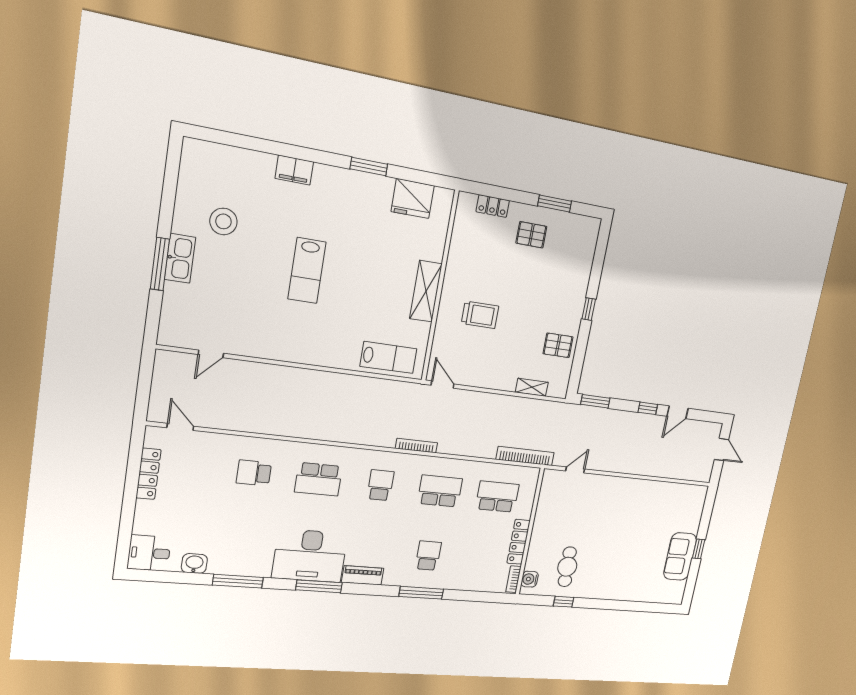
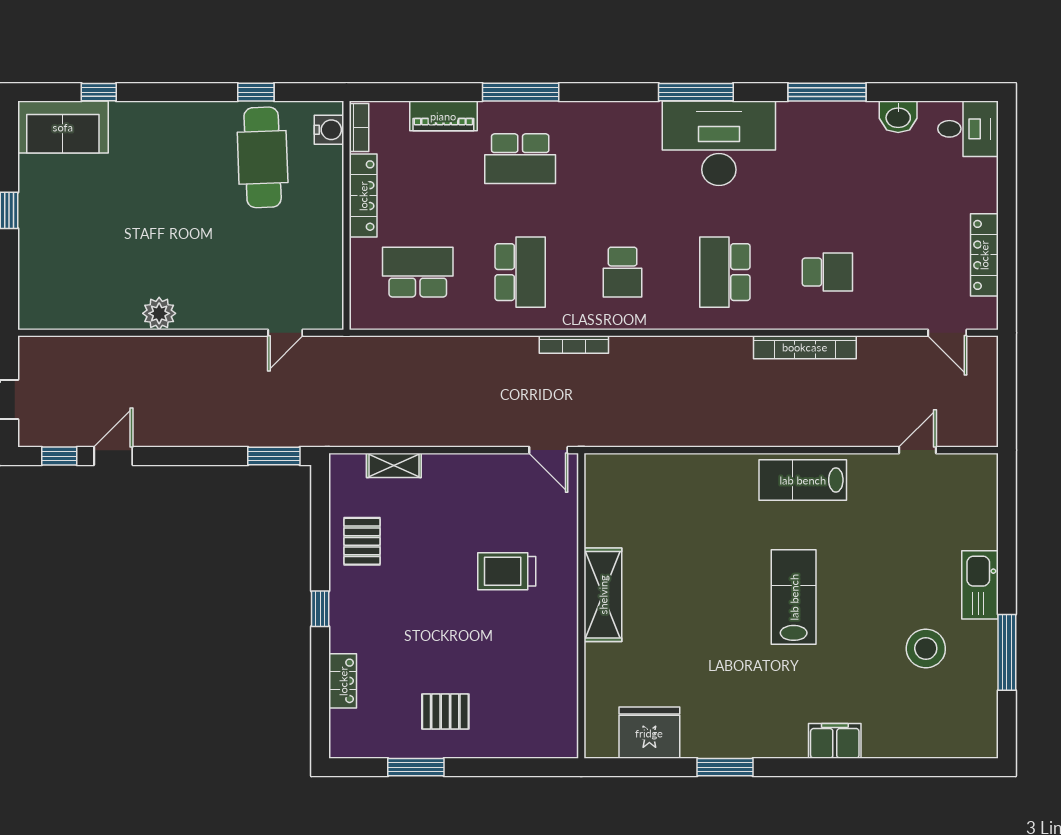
locker: (493, 206) -> (343, 681), moved, turned 90
window: (160, 264) -> (1007, 652), moved
pallet: (558, 345) -> (362, 541), turned 90
lab bench: (388, 358) -> (803, 480), moved
window: (648, 408) -> (59, 456), moved
bookcase: (525, 456) -> (805, 347), moved
school desk: (318, 479) -> (725, 272), turned -90
plant: (638, 487) -> (159, 313), added
school desk: (440, 491) -> (520, 272), turned -90
school desk: (497, 497) -> (418, 272), turned 180
school desk: (428, 556) -> (520, 159), width x1.85
sofa: (680, 556) -> (63, 127), moved, turned 90
cafe table: (567, 567) -> (263, 157), width x1.37, depth x1.35
piano: (363, 575) -> (443, 116), moved
window: (642, 607) -> (99, 92), added

